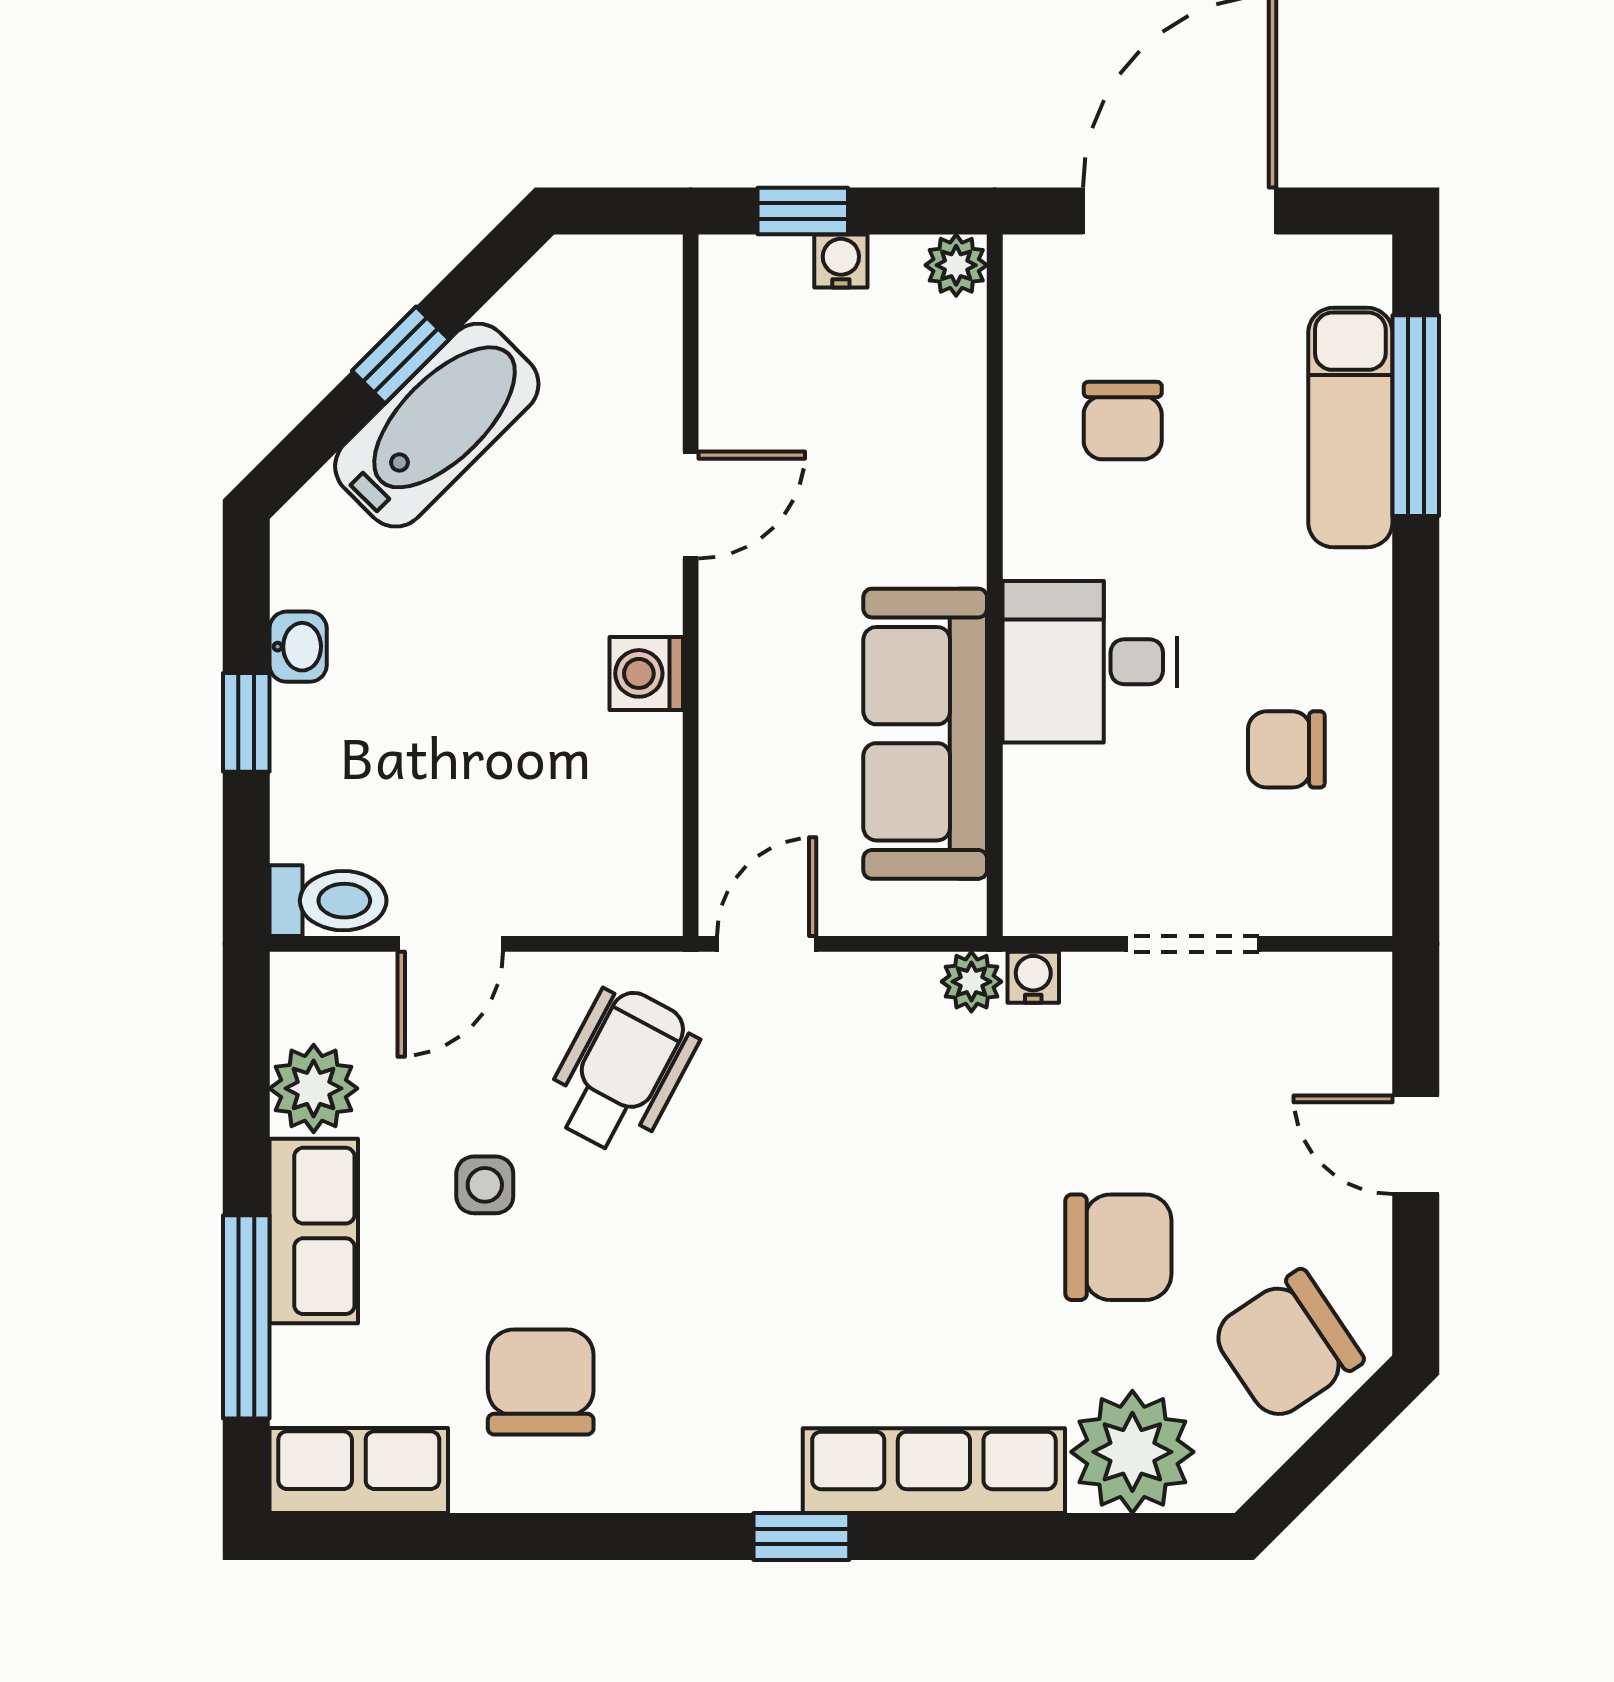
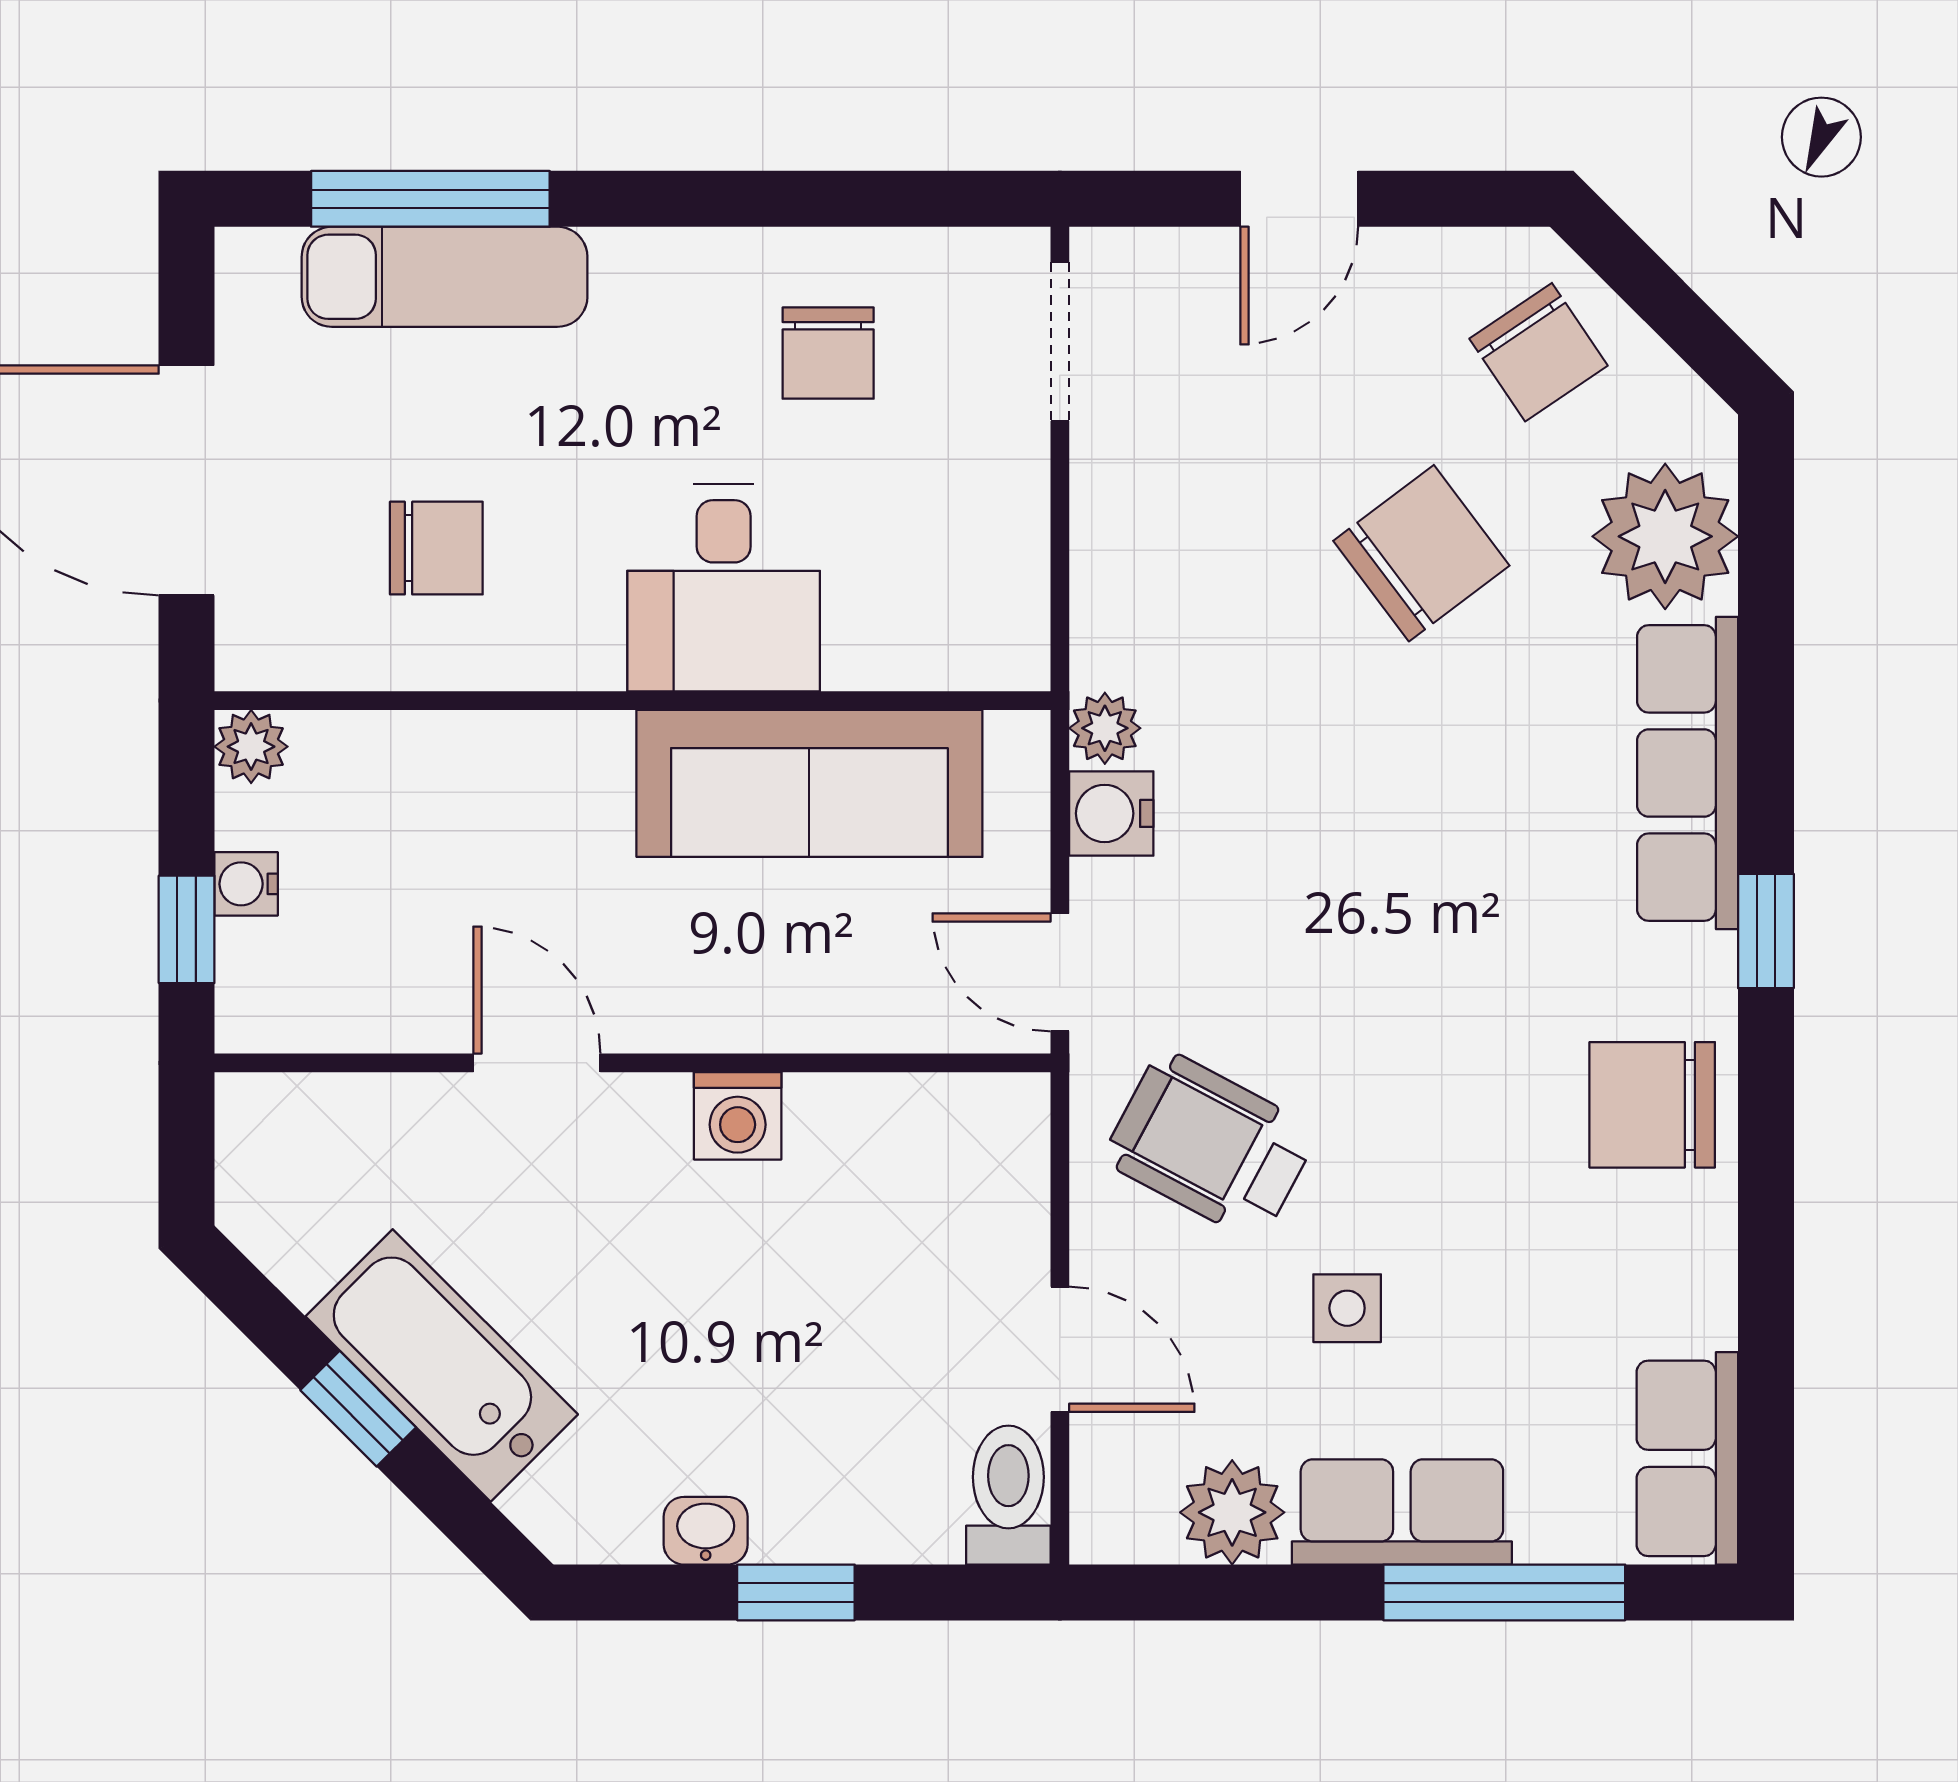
doorway: (1192, 944) -> (1060, 342), moved
water cooler: (1033, 977) -> (1111, 813), moved, width x1.38, depth x1.38
chair: (1118, 1247) -> (1421, 553), turned 53
chair: (1287, 1346) -> (1539, 352), width x0.73, depth x0.73
chair: (541, 1382) -> (1652, 1105), moved

